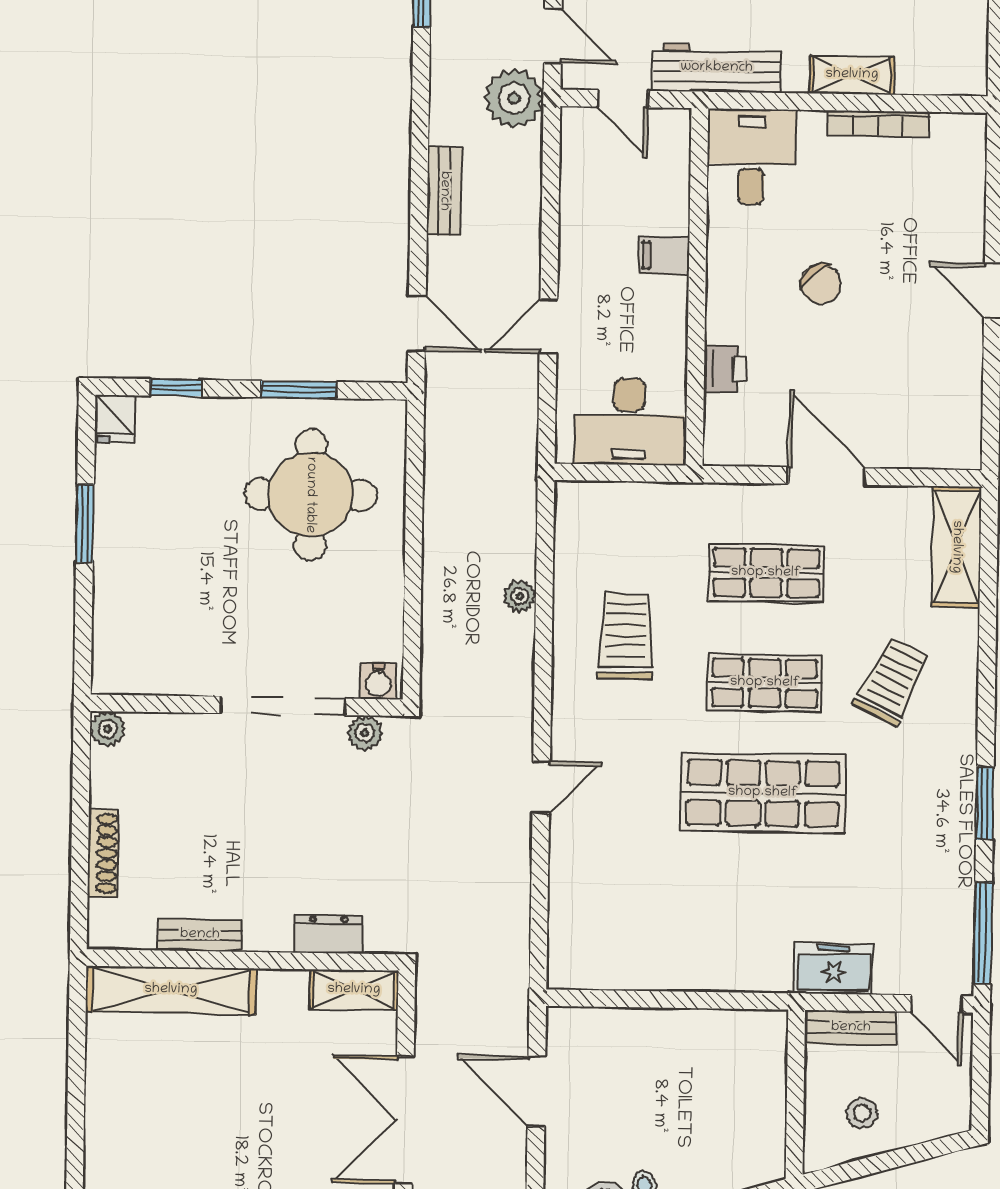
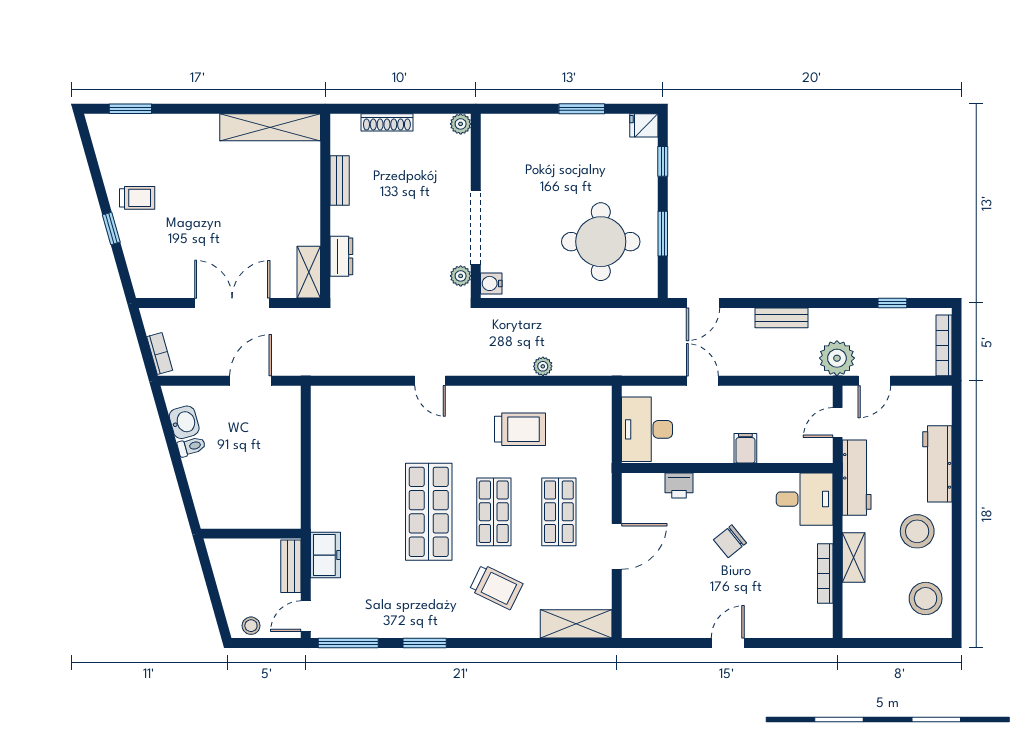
shelving: (171, 990) -> (270, 127), moved, turned 90
stool: (862, 1113) -> (251, 626), moved

